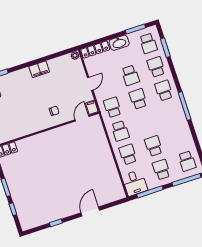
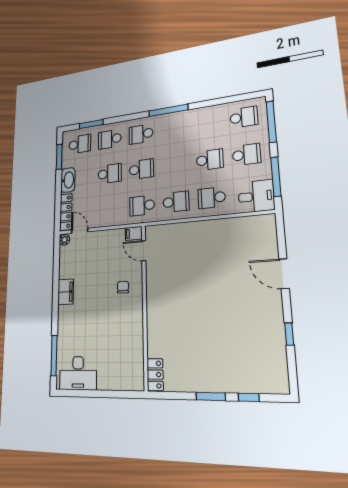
door: (90, 84) -> (80, 231), moved
school desk: (138, 99) -> (141, 169), turned 180
school desk: (154, 146) -> (210, 160), turned 180
school desk: (161, 170) -> (246, 155), turned 180

